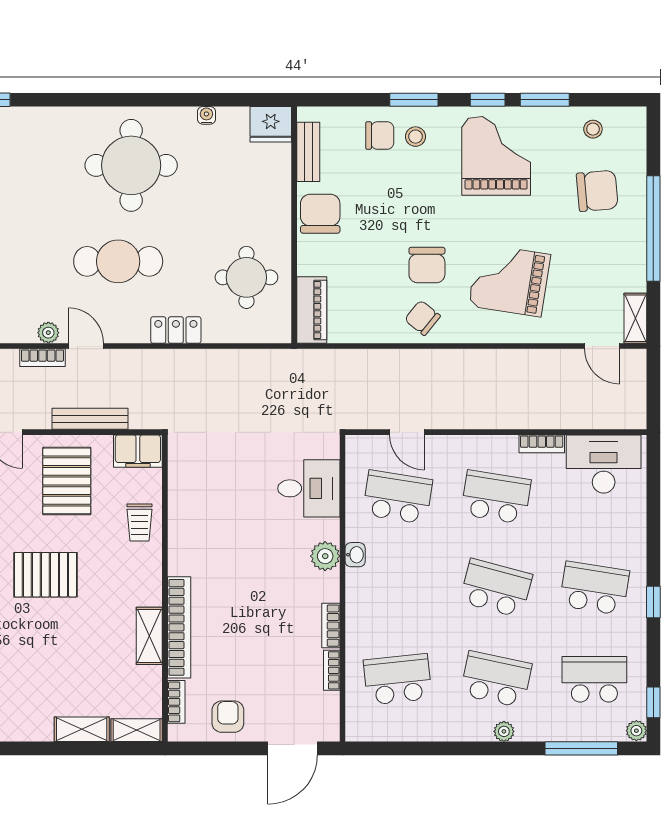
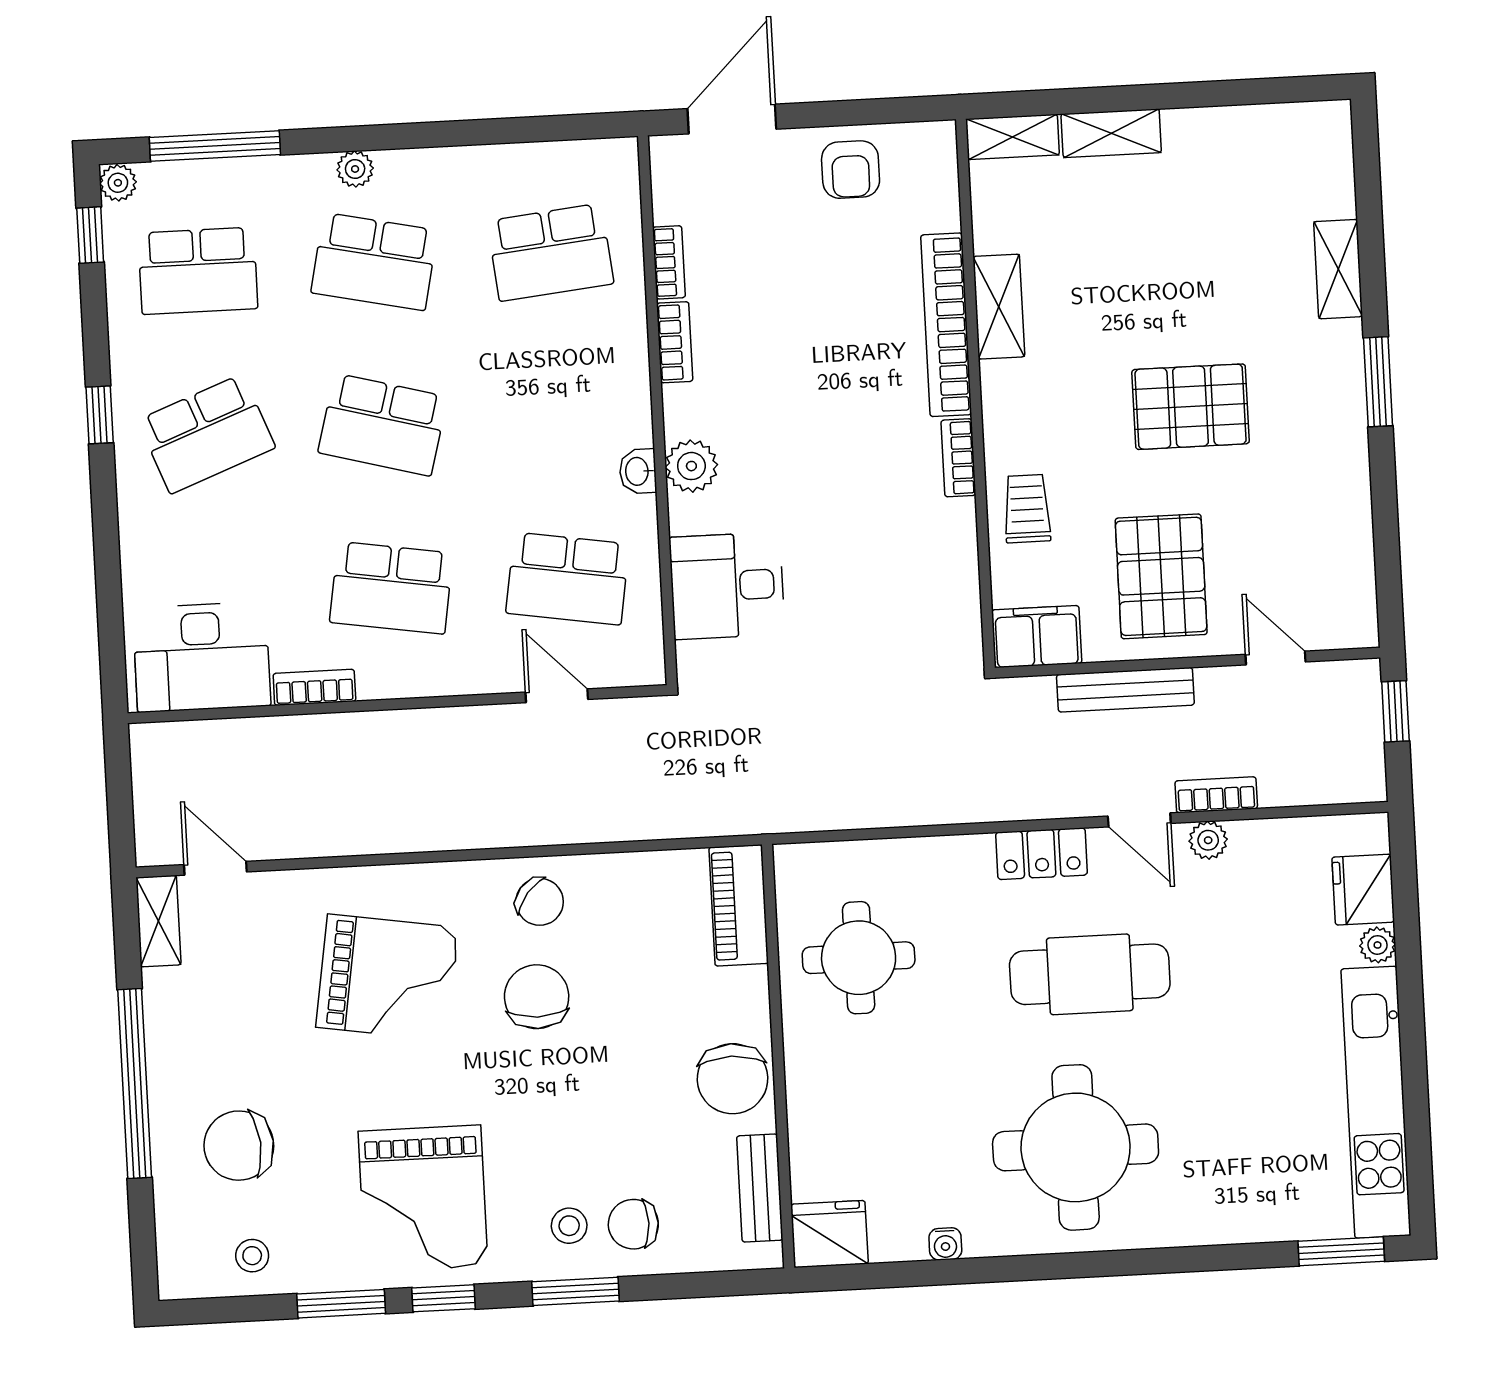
locker: (176, 330) -> (1041, 854), moved
school desk: (594, 588) -> (206, 434), turned -30
bookcase: (176, 702) -> (958, 458), moved

